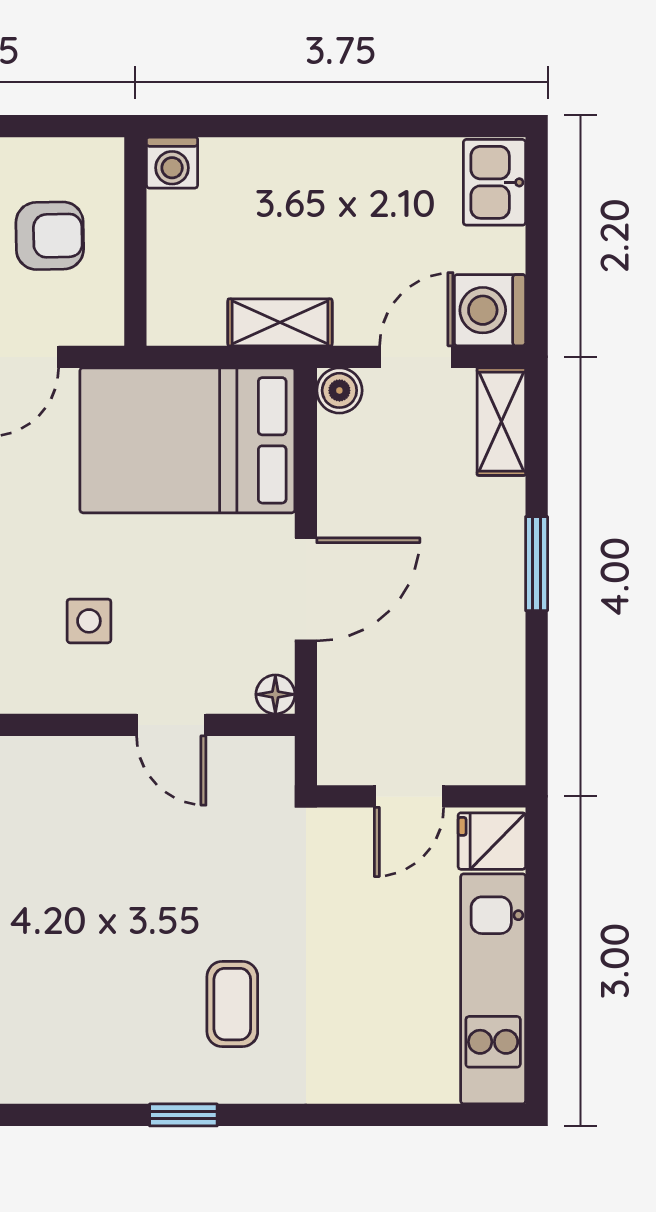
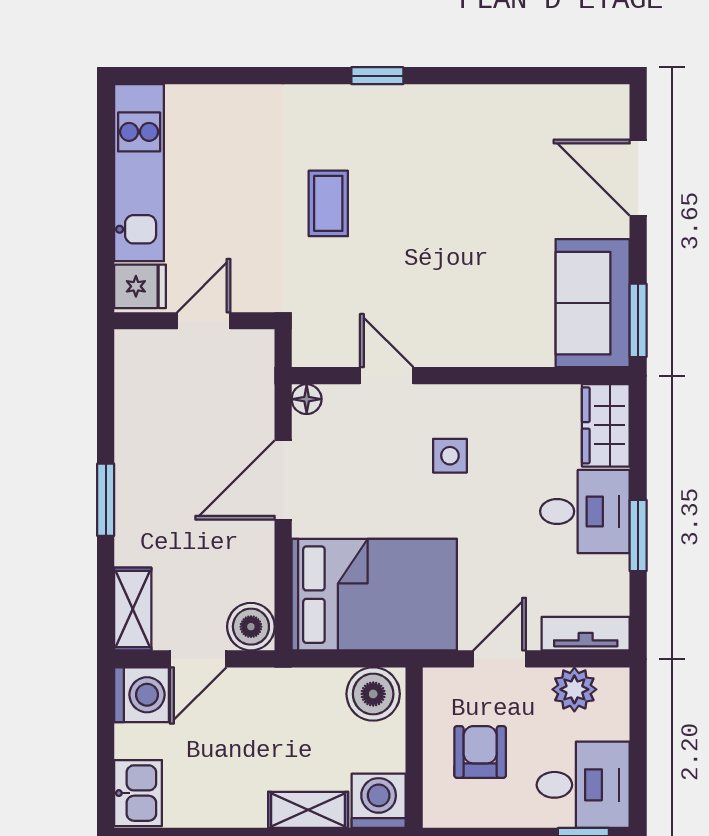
washing machine: (172, 163) -> (379, 801), width x1.38, depth x1.38
armchair: (50, 236) -> (480, 752), turned 91
boiler: (189, 311) -> (373, 694), added
shelving: (280, 322) -> (308, 810), moved
boiler: (339, 390) -> (251, 627), width x1.36, depth x1.36
coffee table: (232, 1004) -> (328, 203), moved

